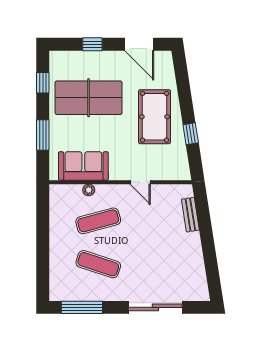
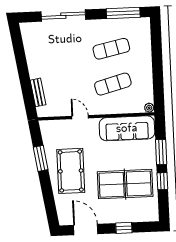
window: (43, 83) -> (162, 181), moved
window: (191, 134) -> (41, 158), width x1.50
sofa: (83, 166) -> (127, 128), width x1.36
plant: (89, 190) -> (149, 108), moved
exercise mat: (98, 264) -> (111, 49), turned -30

